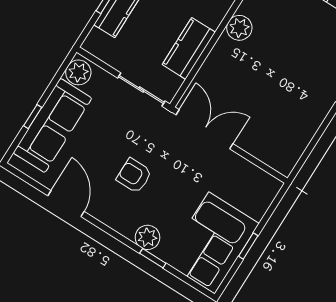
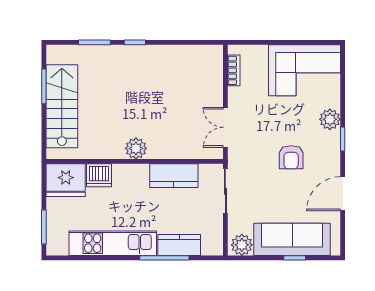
double door: (204, 129) -> (225, 127), width x0.73
bookcase: (255, 173) -> (234, 70), added
window: (248, 246) -> (290, 42), removed
window: (153, 258) -> (343, 139), moved

